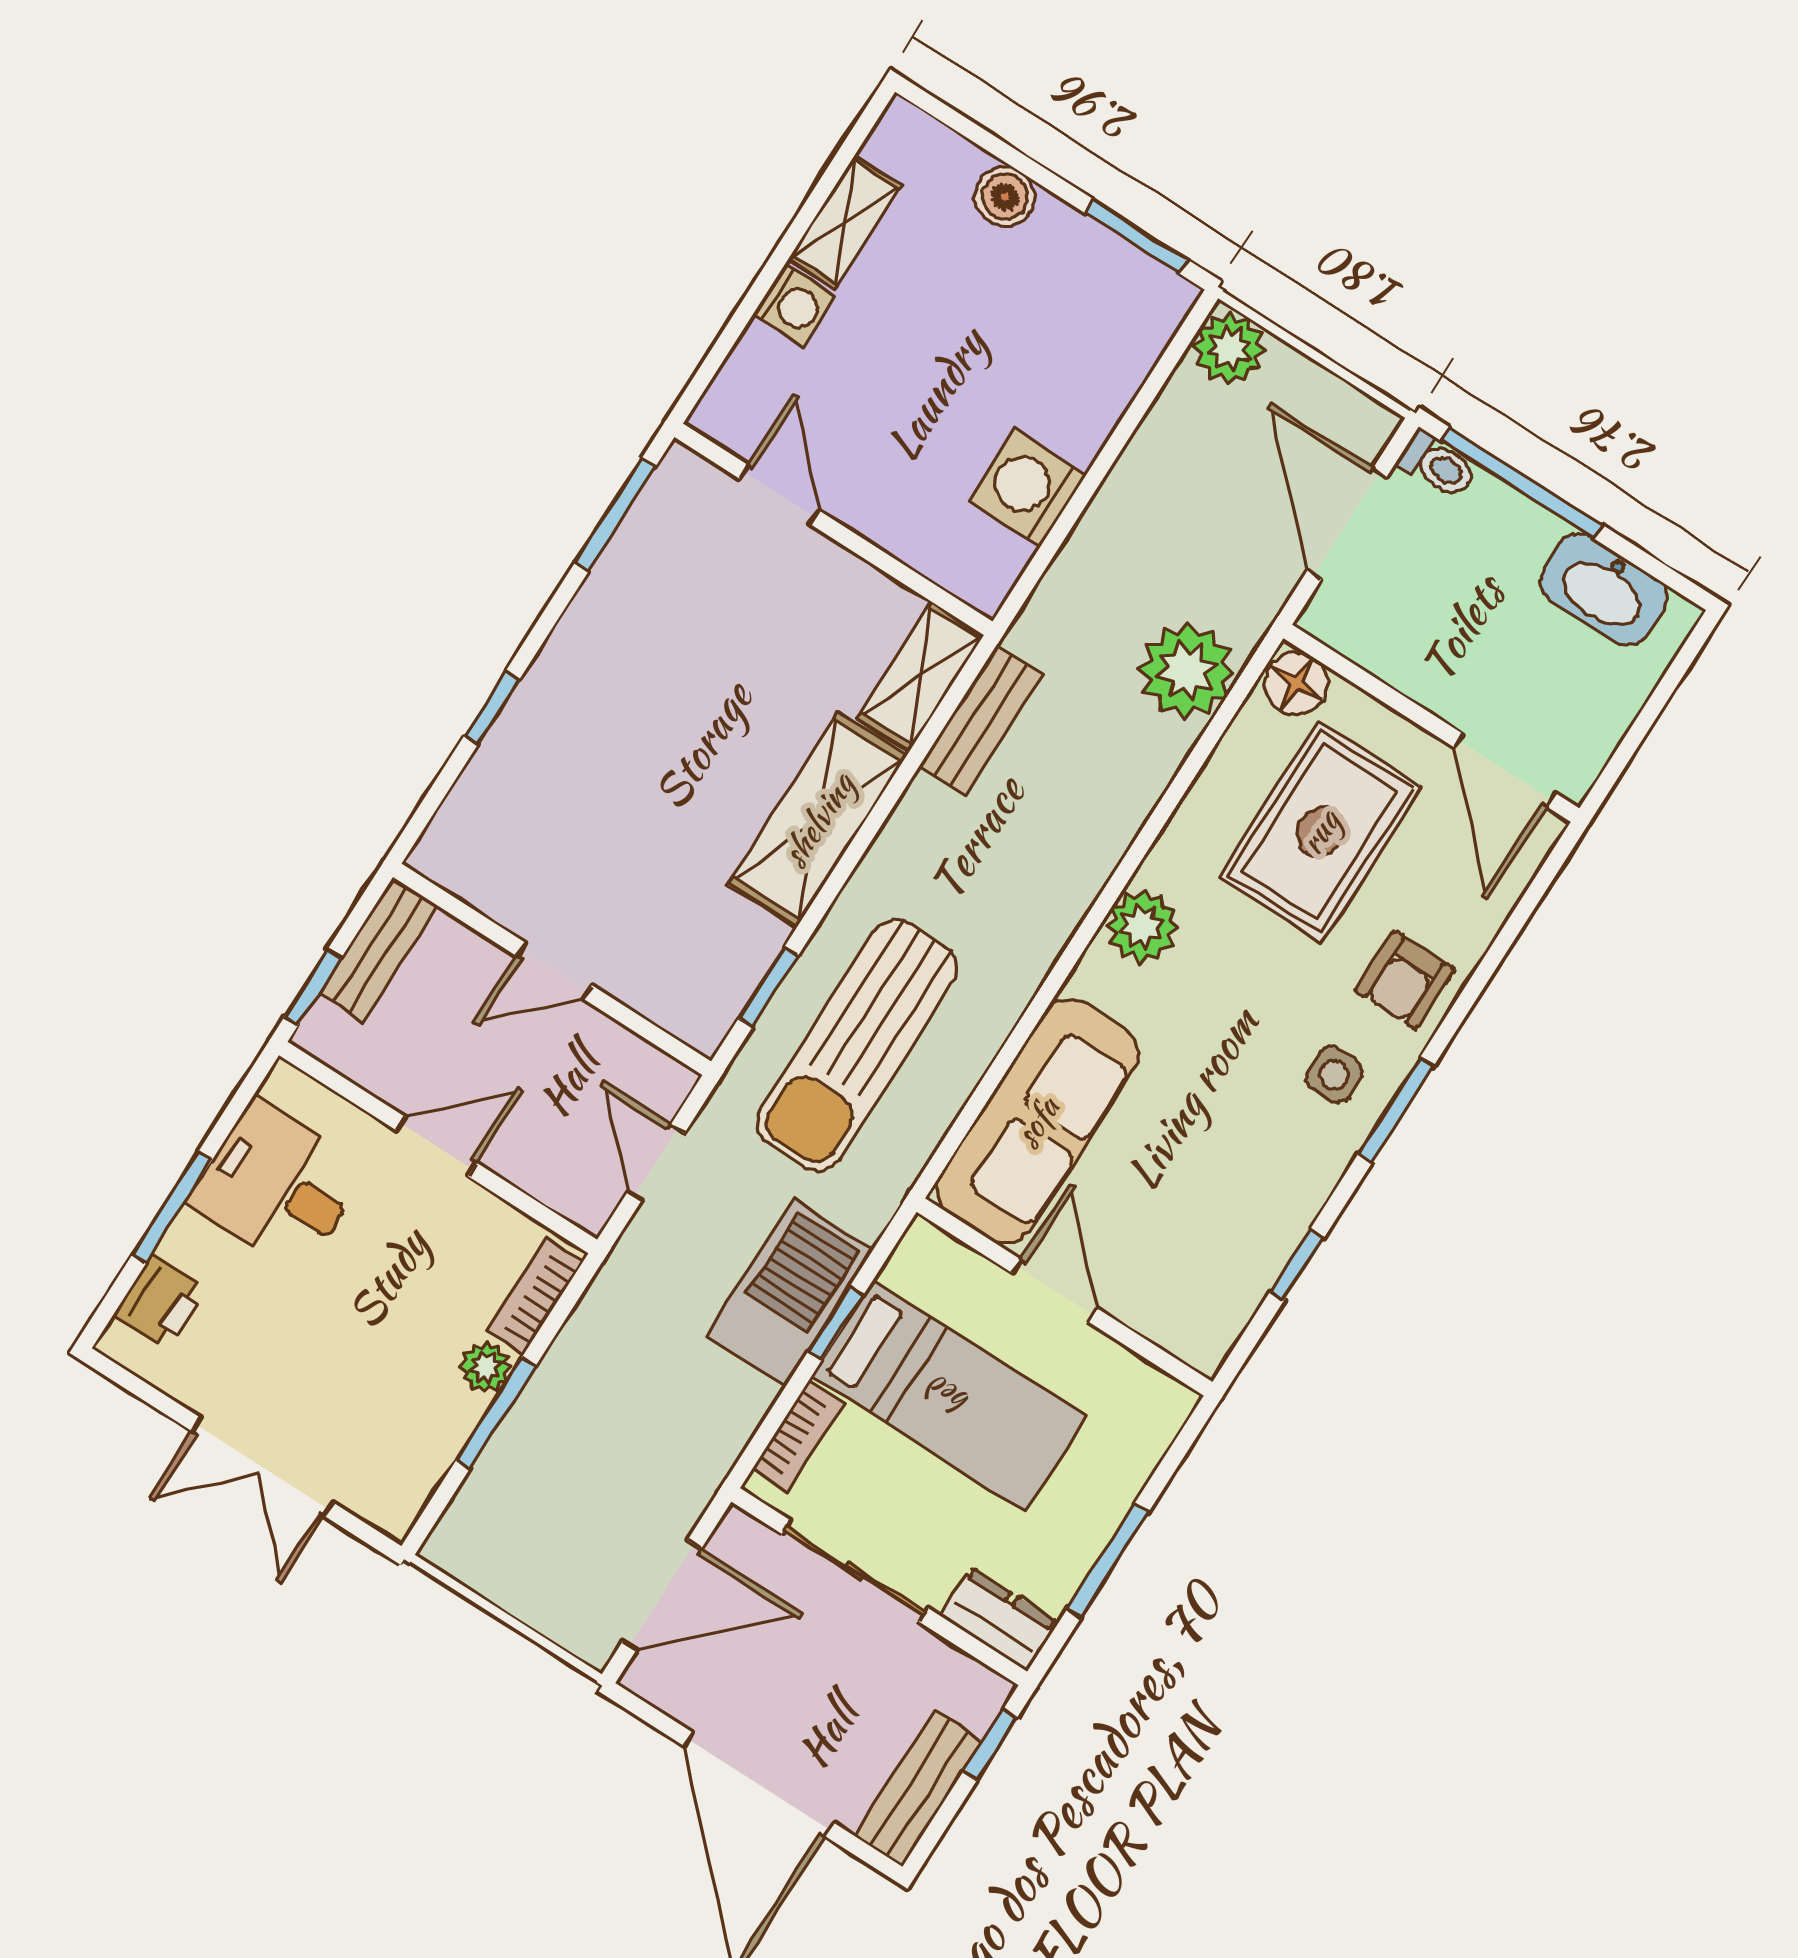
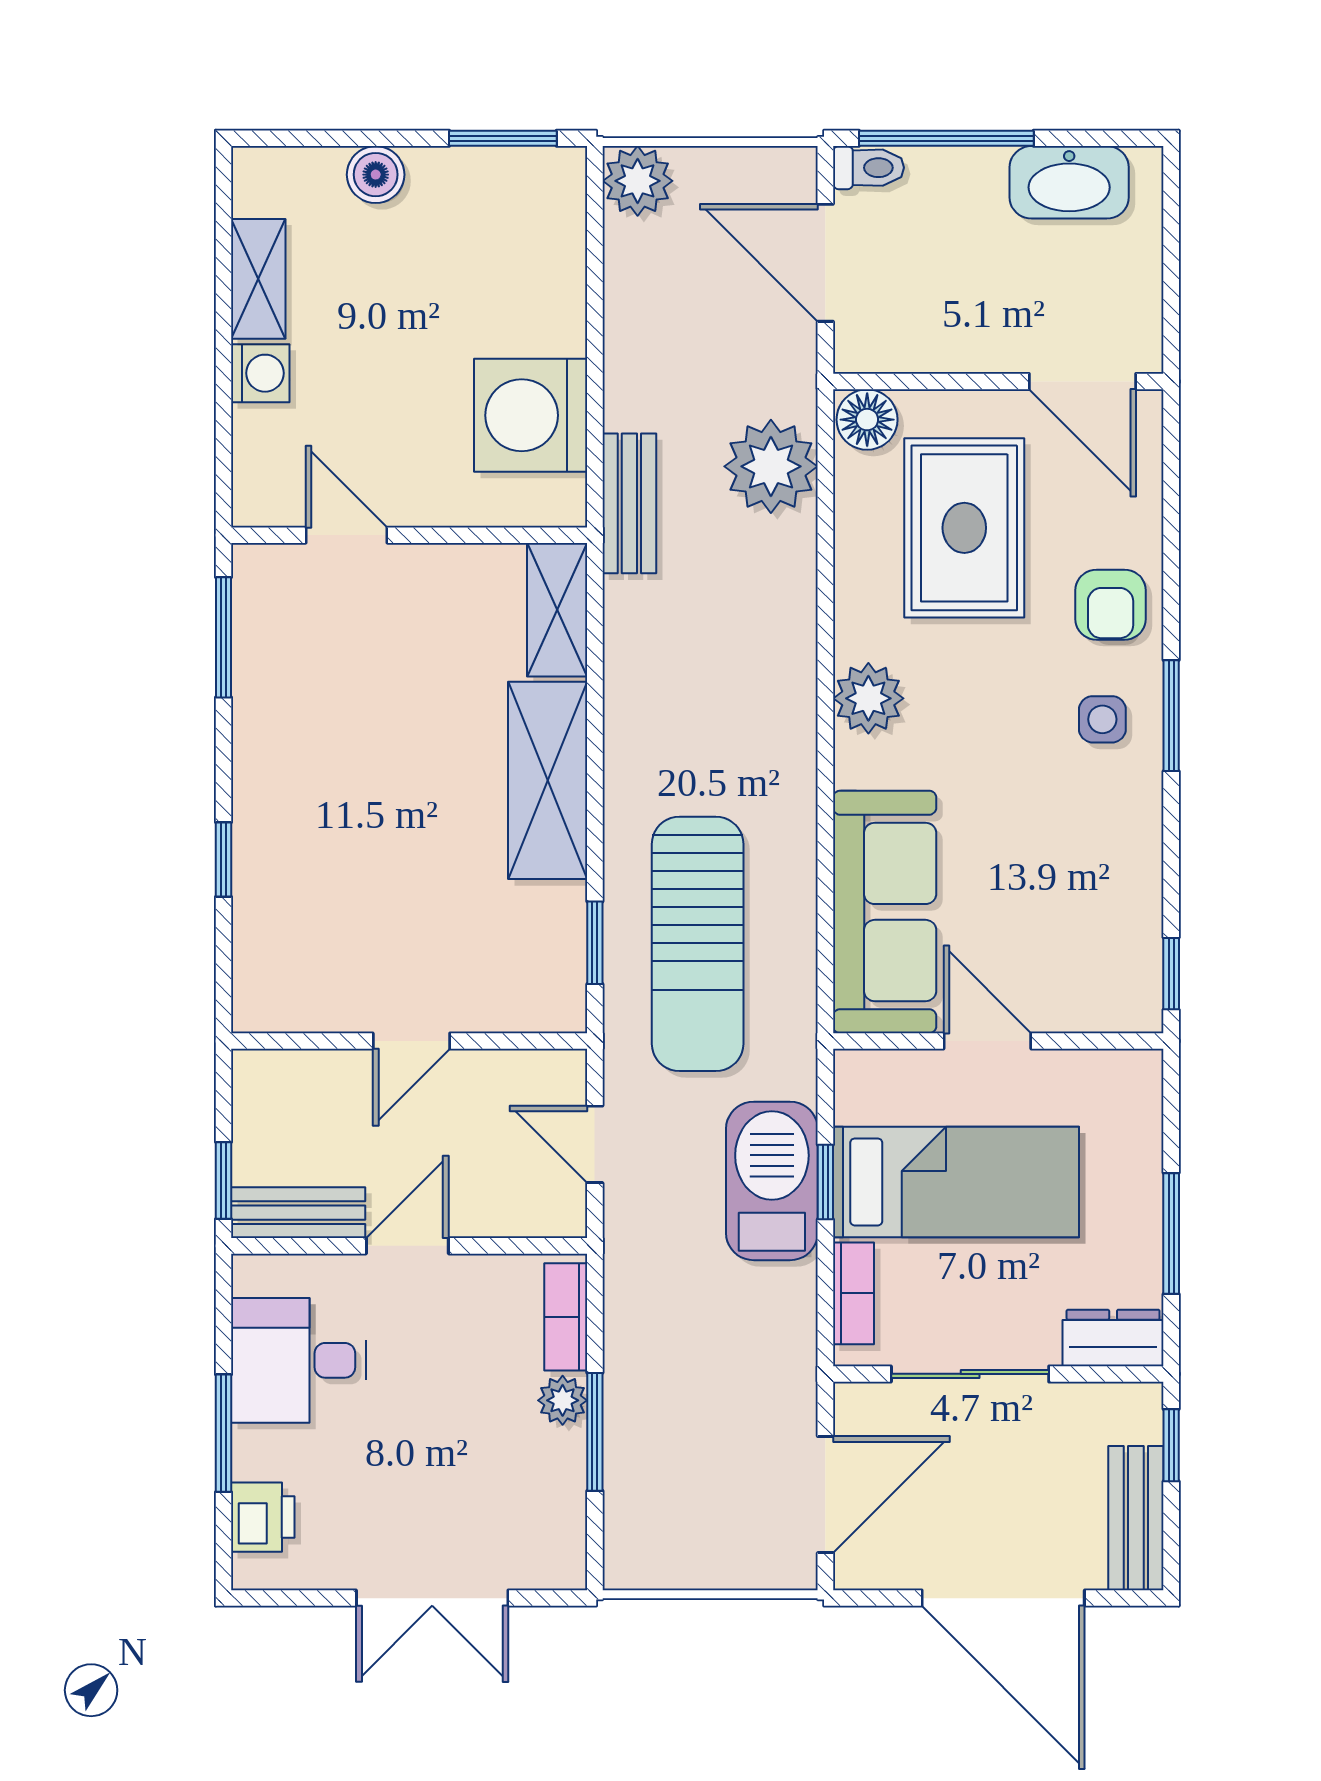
washing machine: (1028, 488) -> (531, 415), width x1.37, depth x1.37
bench: (981, 720) -> (629, 503), moved
bench: (378, 949) -> (298, 1213), moved, turned 90
window: (1297, 1264) -> (1171, 974), moved

